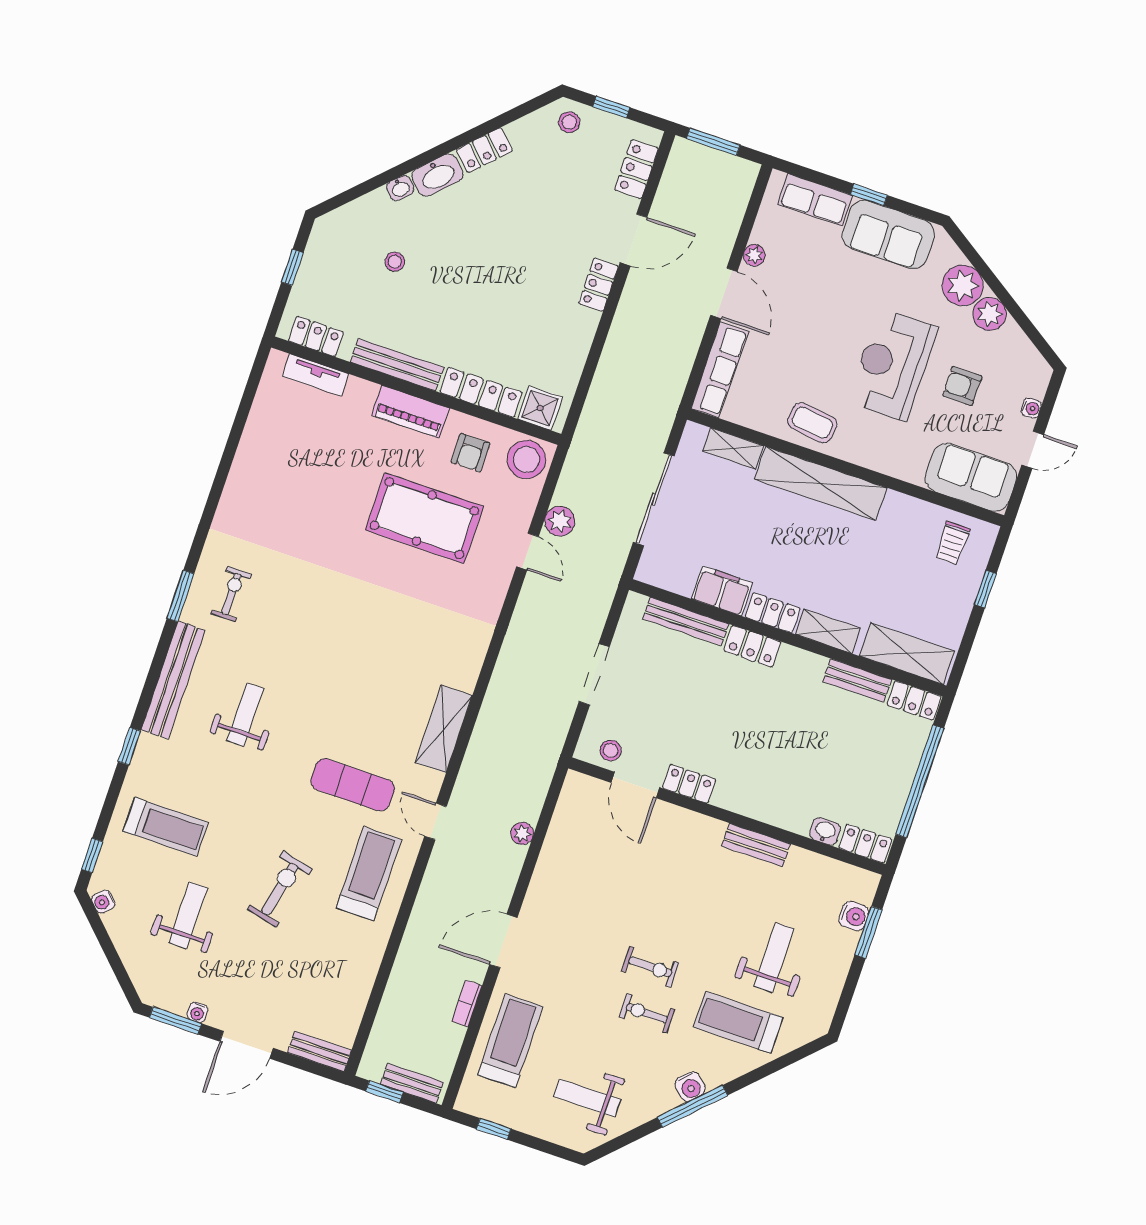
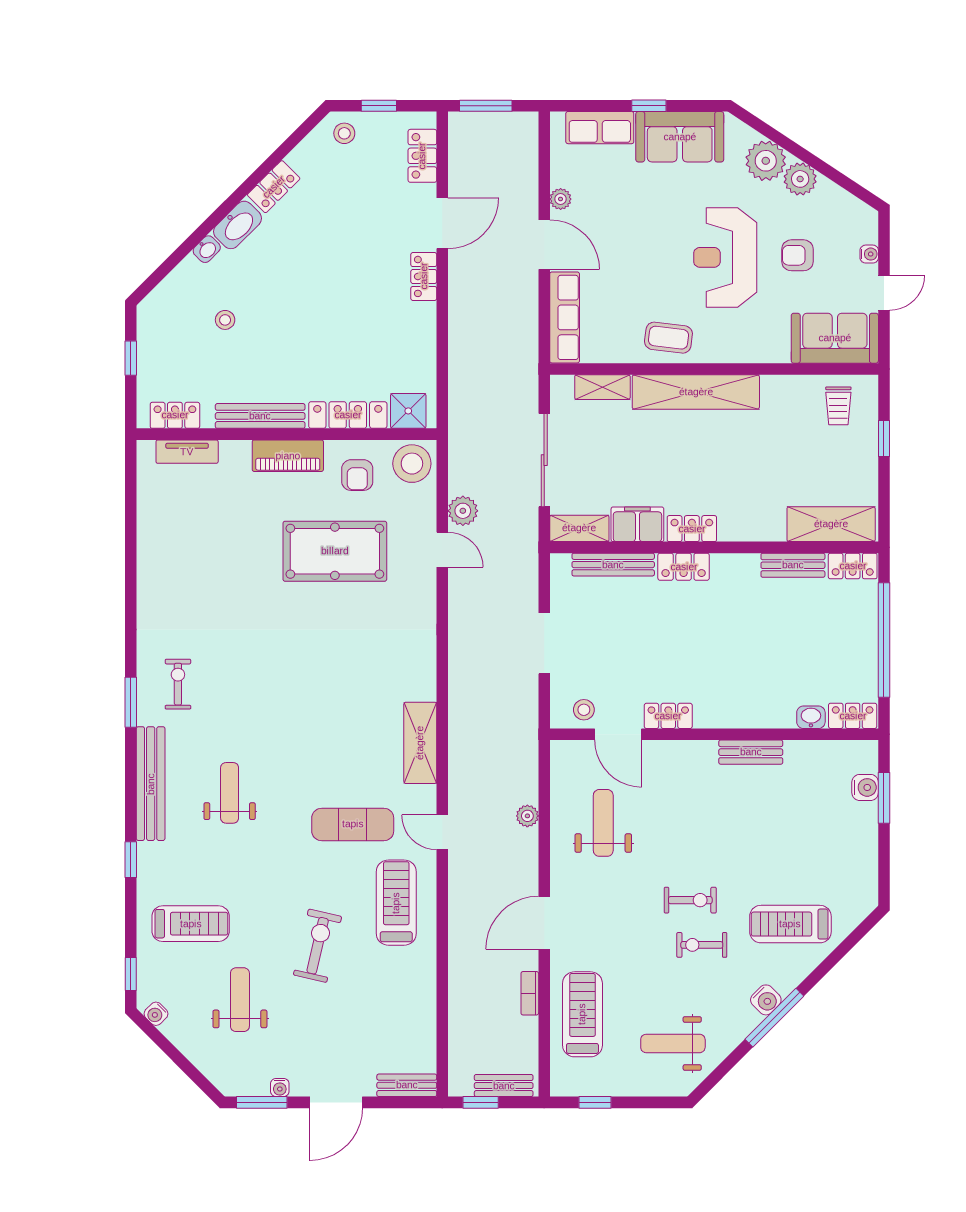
shelving: (828, 631) -> (579, 528), moved
weight bench: (774, 958) -> (603, 823), moved

